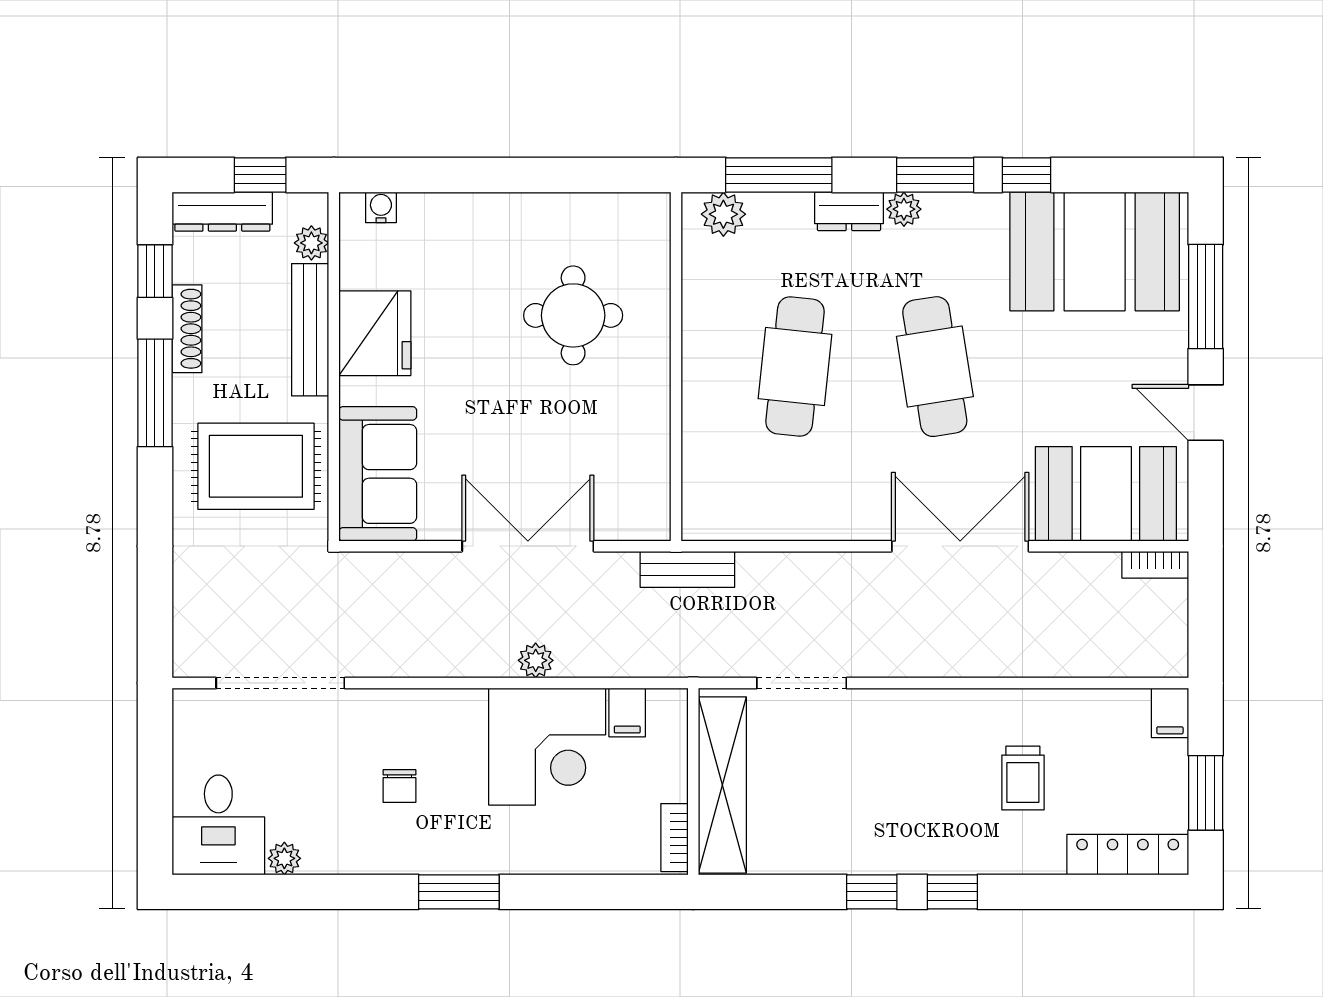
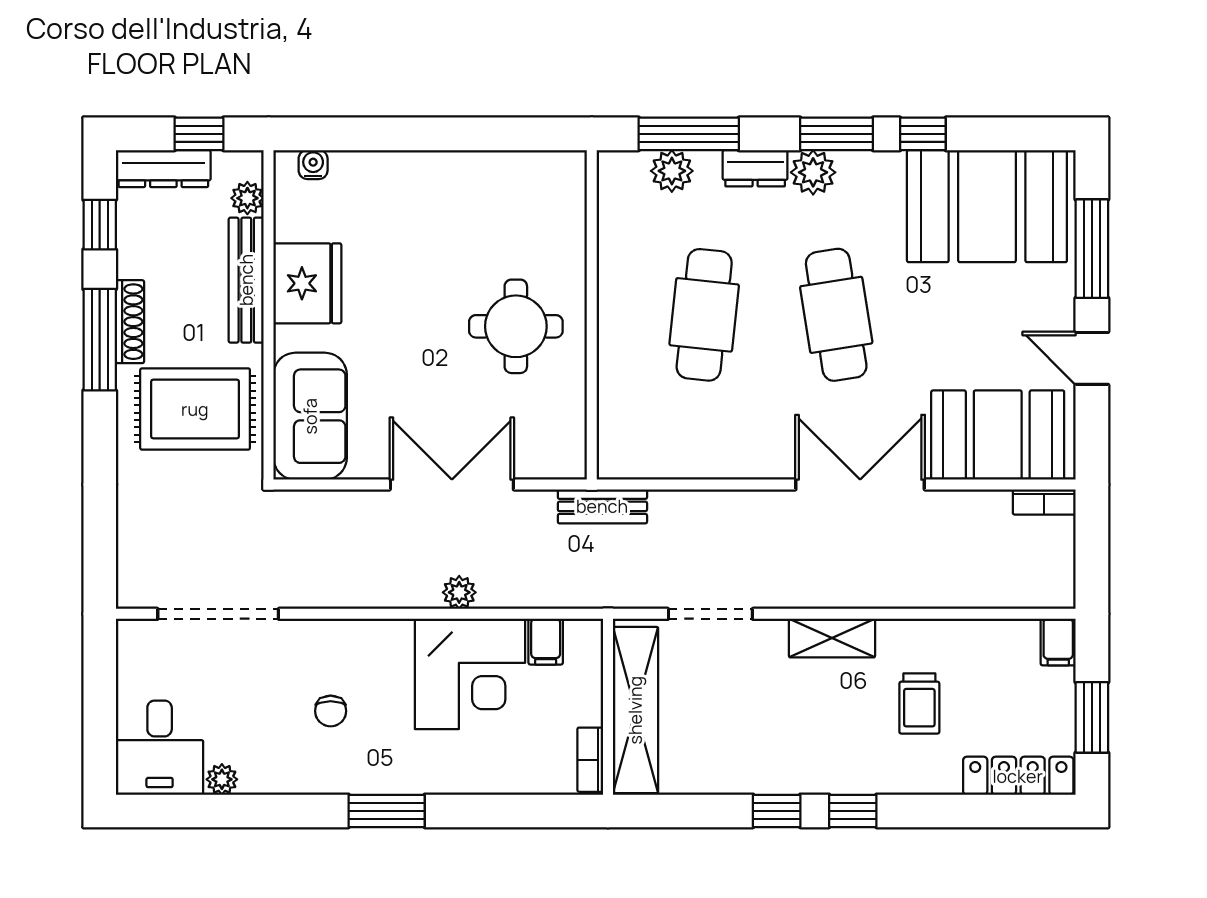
plant: (904, 209) -> (813, 172), width x1.38, depth x1.38
plant: (723, 214) -> (672, 171), moved
round table: (573, 315) -> (516, 326), moved
shoe rack: (187, 329) -> (130, 322), moved
shelving: (930, 709) -> (832, 638), added

